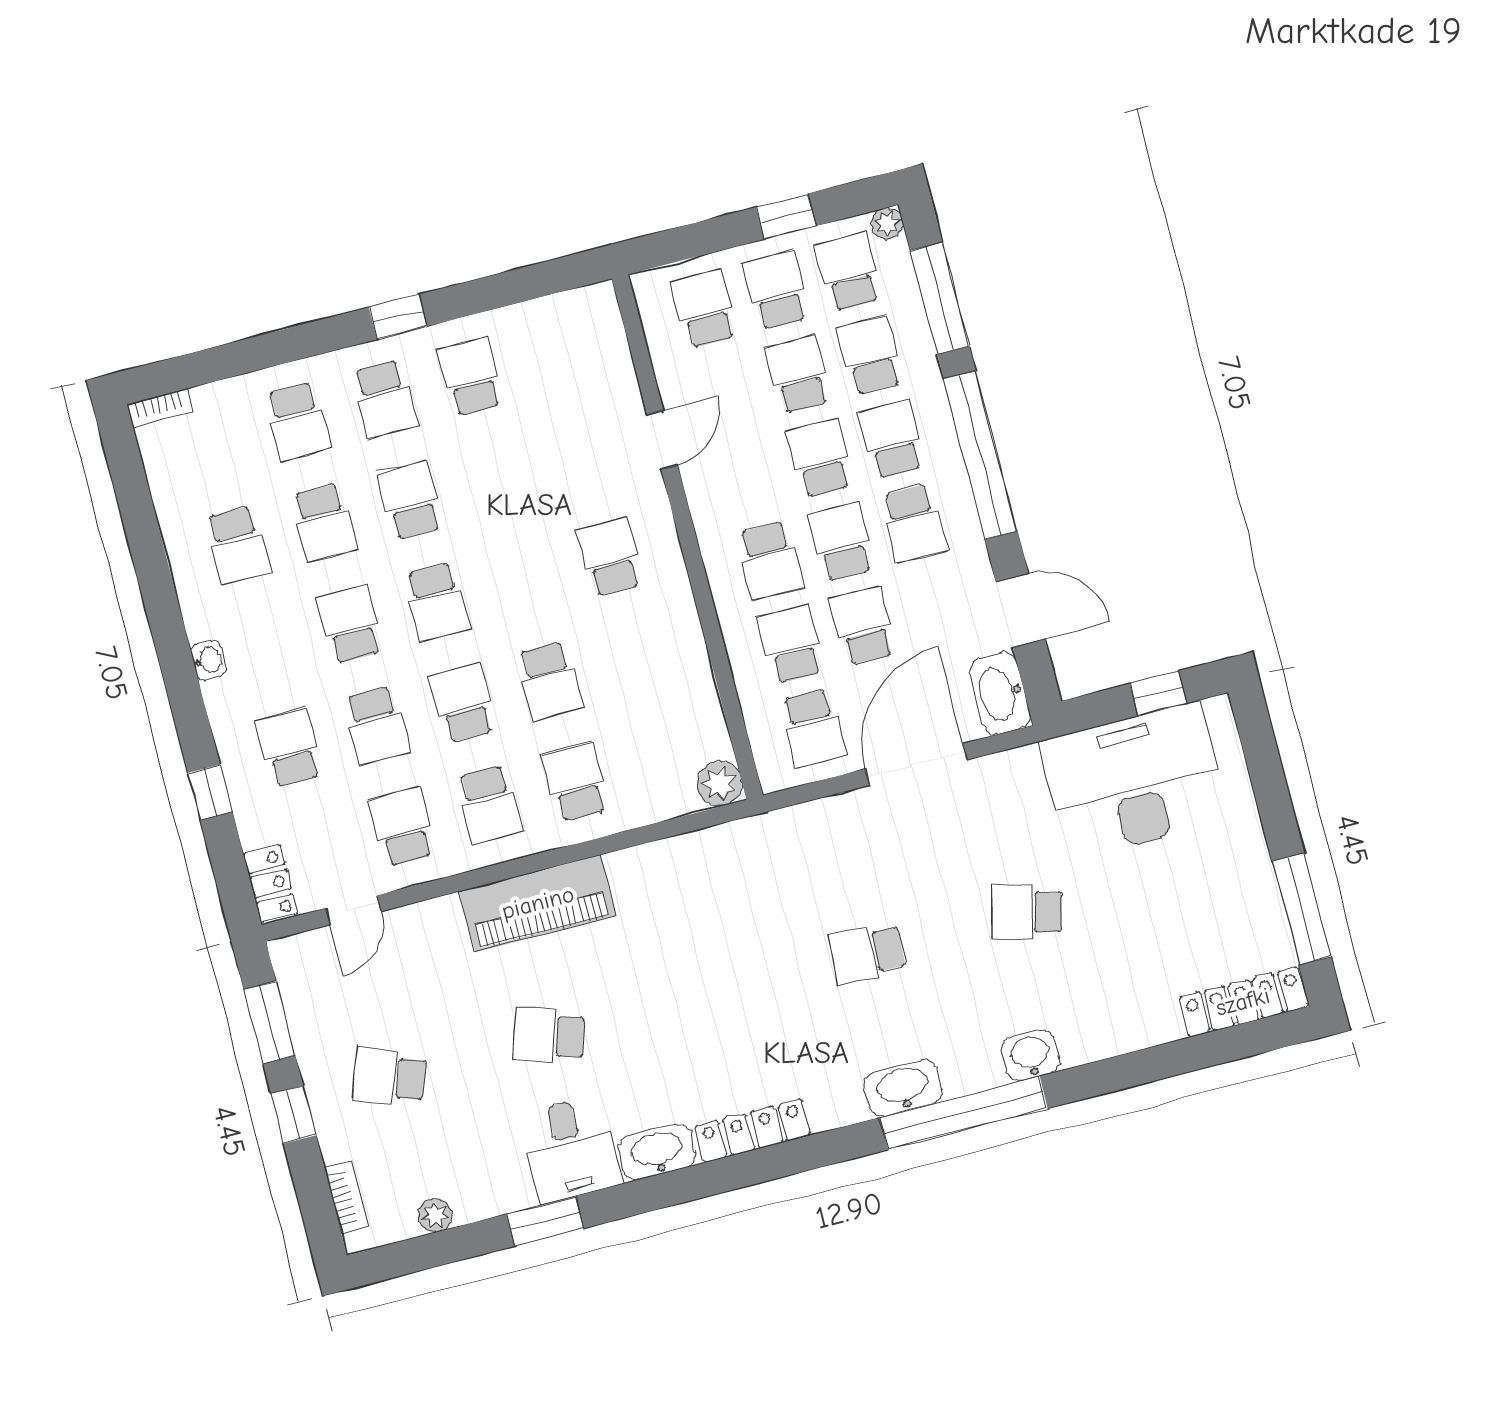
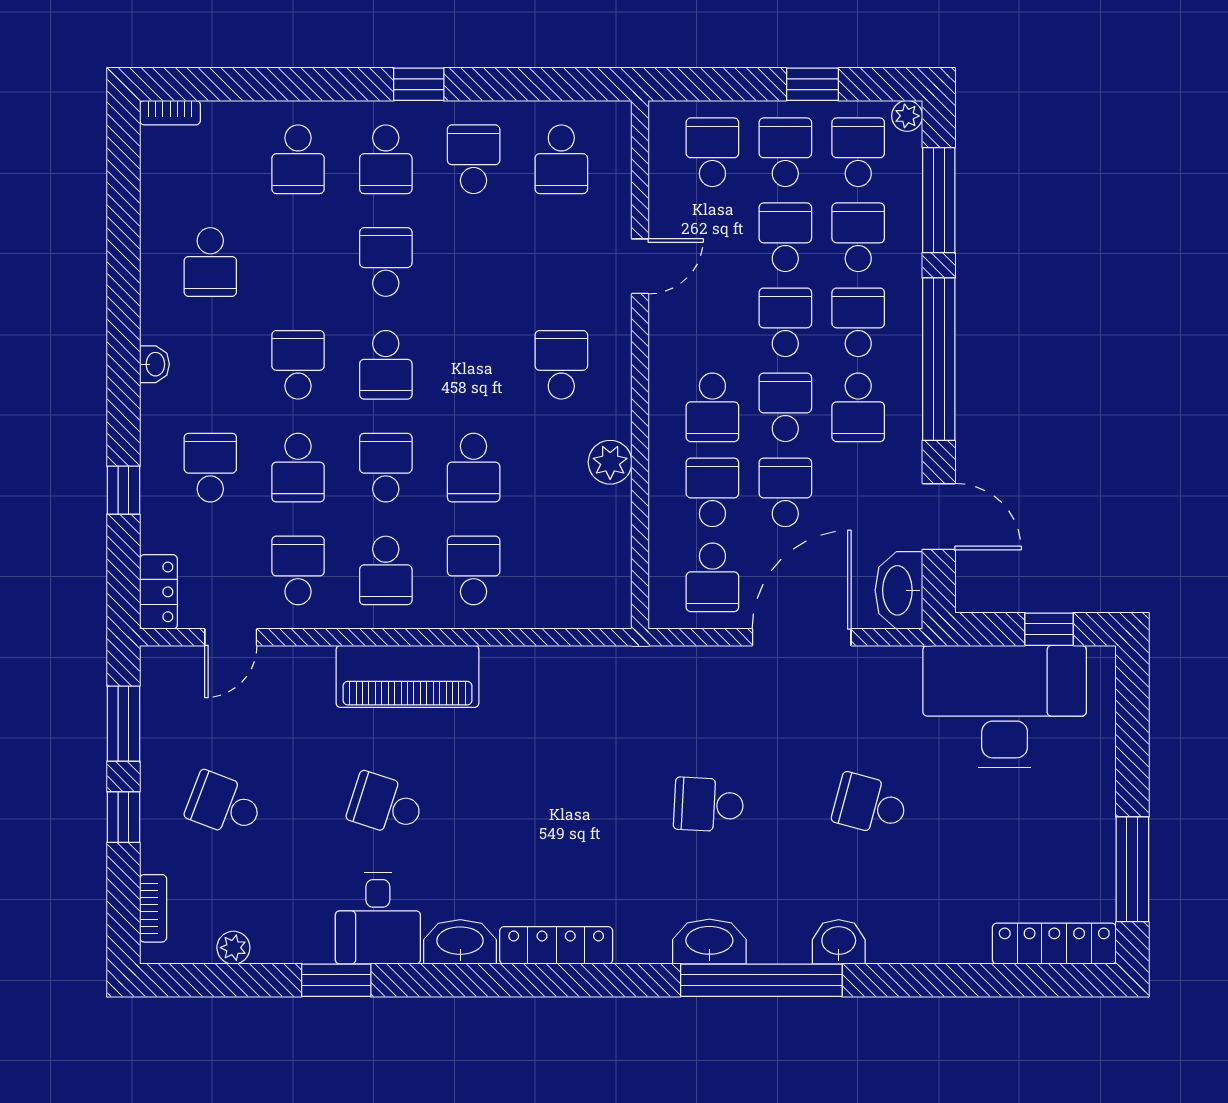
school desk: (324, 523) -> (561, 159), moved
plant: (720, 784) -> (610, 462), moved

